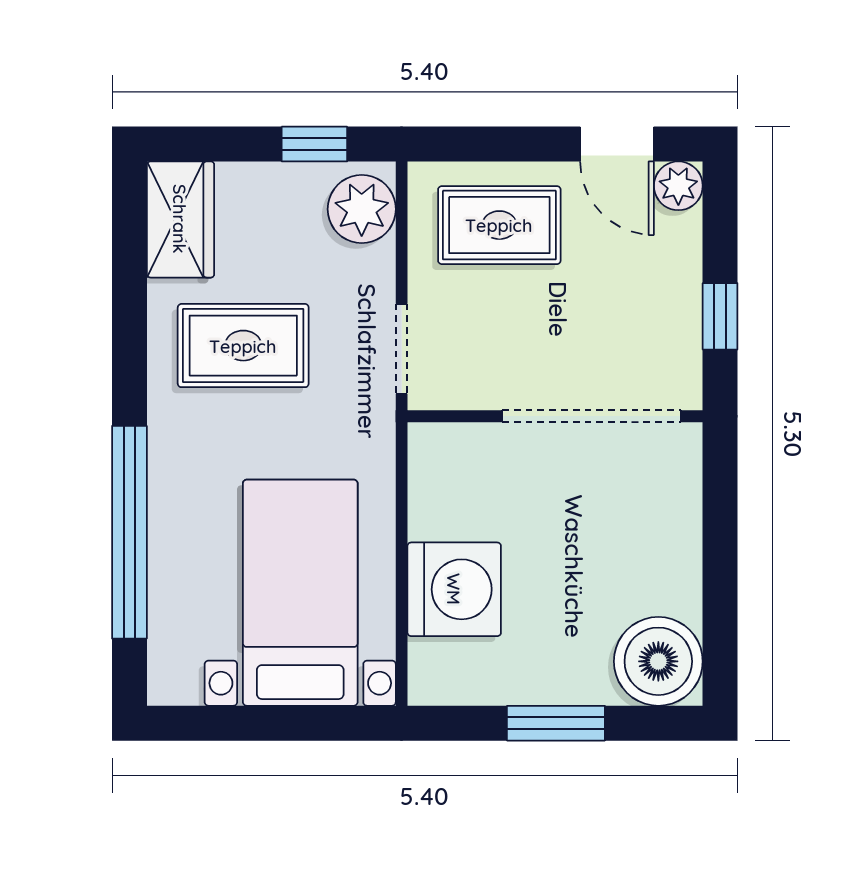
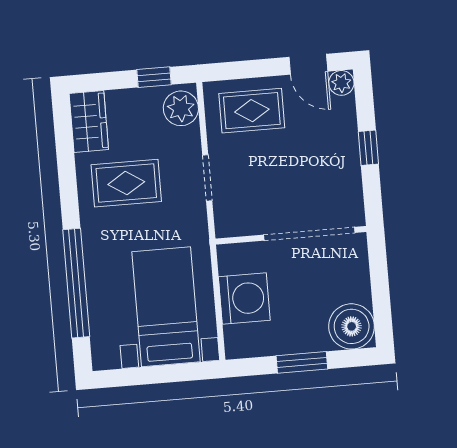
wall: (555, 416) -> (291, 235), moved
doorway: (591, 416) -> (309, 234), moved

